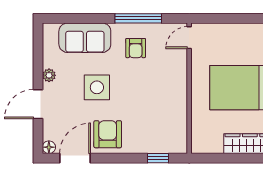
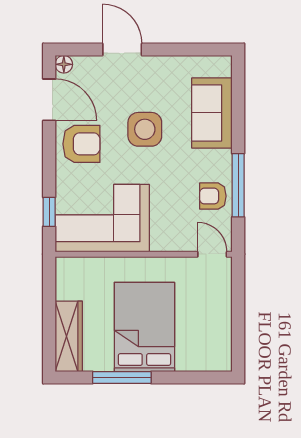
armchair: (136, 48) -> (213, 196), moved
plant: (49, 75) -> (161, 64), removed
corner sofa: (163, 119) -> (102, 218), added

